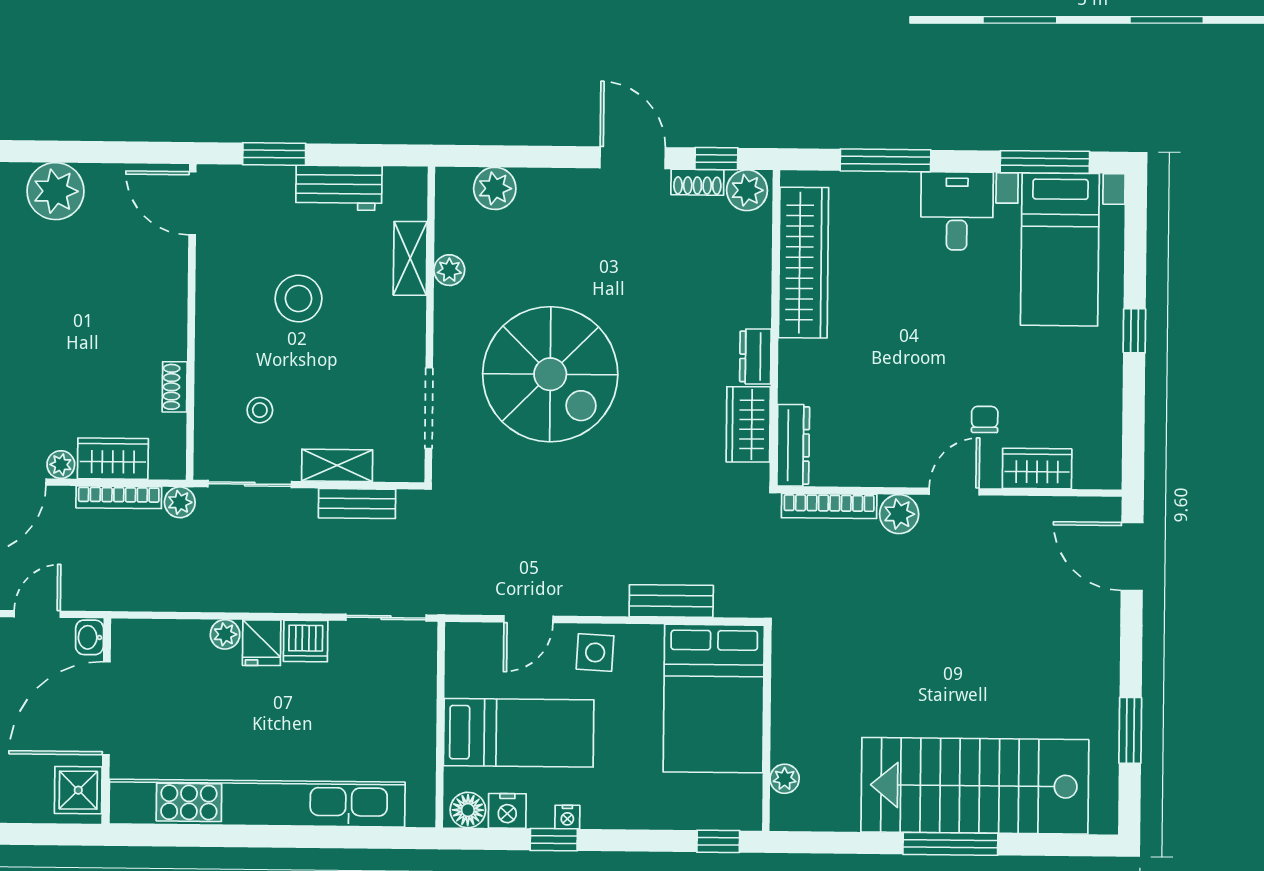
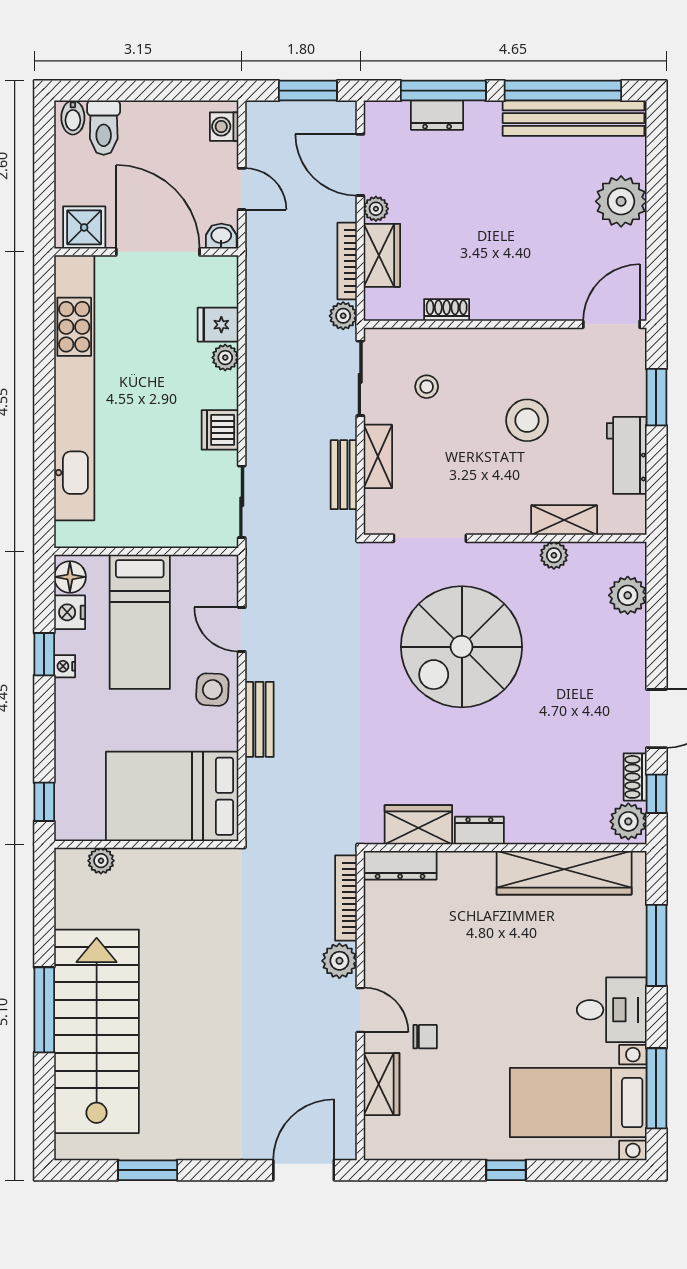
bench: (671, 601) -> (259, 719), moved
fridge: (262, 643) -> (218, 325), moved

